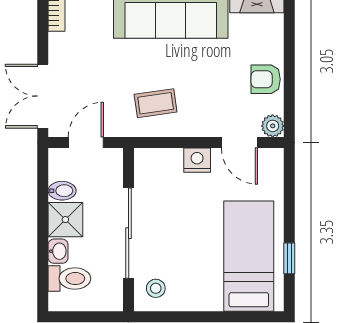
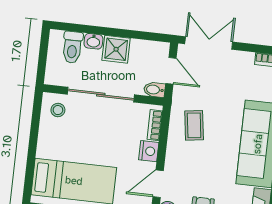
bookcase: (161, 156) -> (155, 125), added
bidet: (62, 191) -> (154, 90), moved, turned 90

